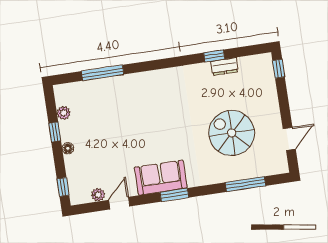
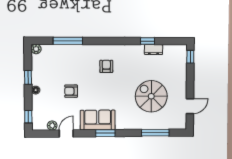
armchair: (162, 100) -> (106, 66), added
plant: (64, 113) -> (36, 49), moved
armchair: (117, 142) -> (71, 91), added

